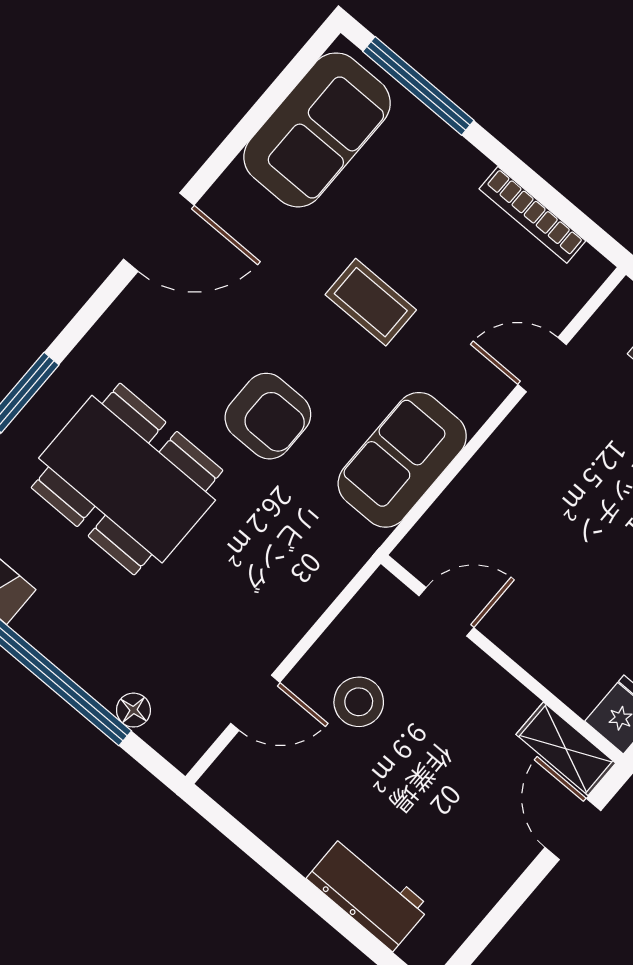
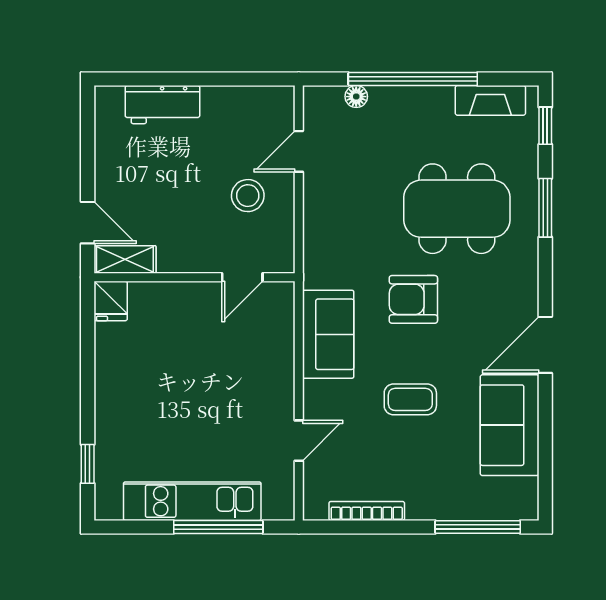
sofa: (317, 130) -> (510, 425), moved

